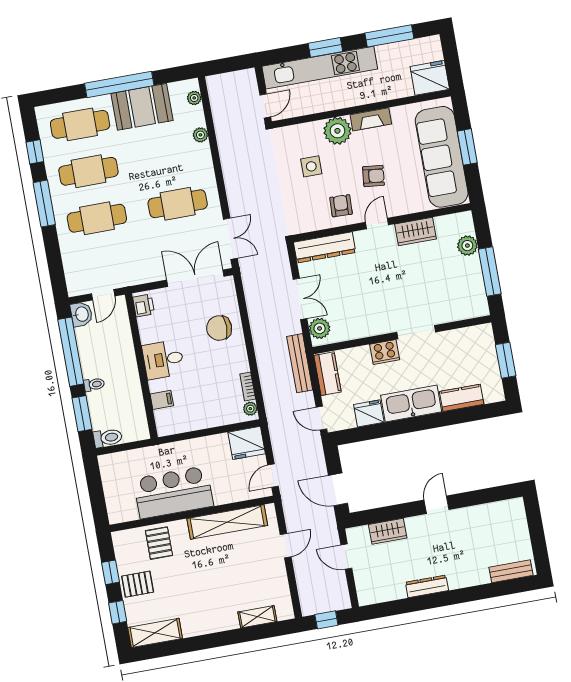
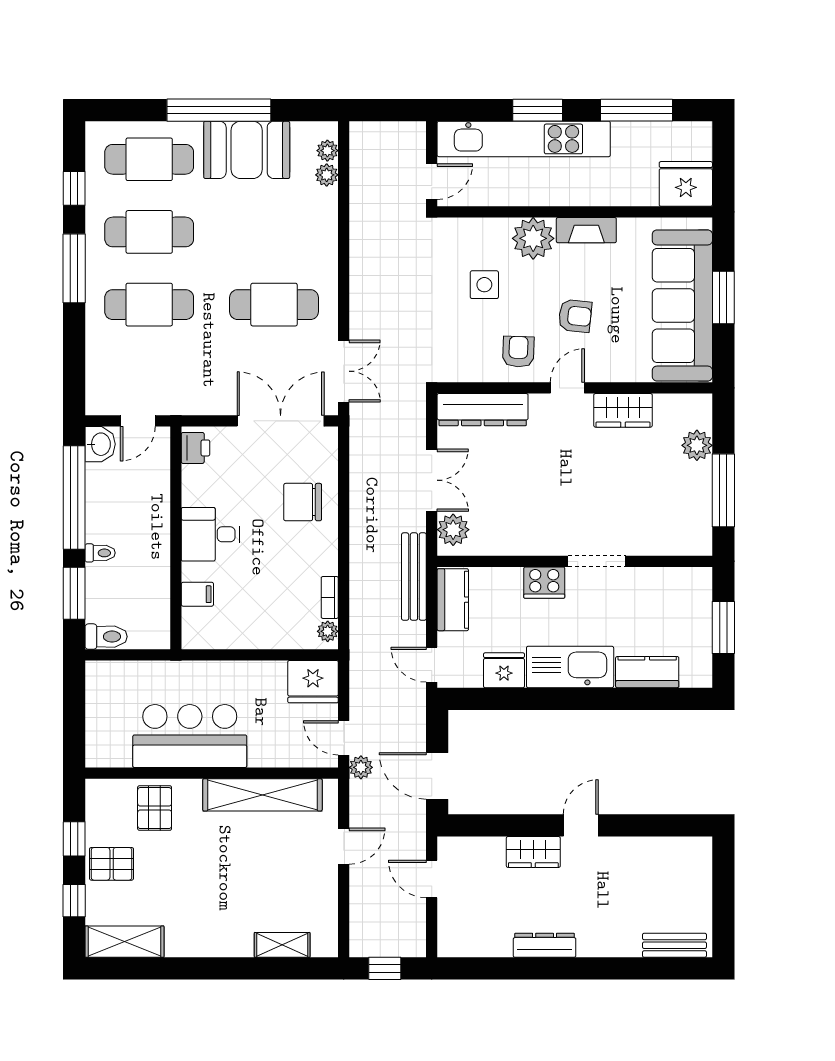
plant: (200, 135) -> (327, 175), moved
door: (273, 476) -> (344, 738), hinge flipped
plant: (288, 493) -> (361, 767), added
wardrobe: (388, 531) -> (533, 852), moved

